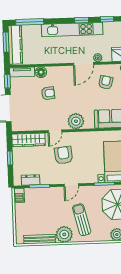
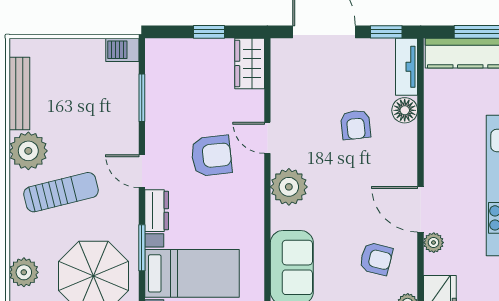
wardrobe: (29, 140) -> (250, 63), width x0.67
dresser: (31, 180) -> (157, 211), moved

